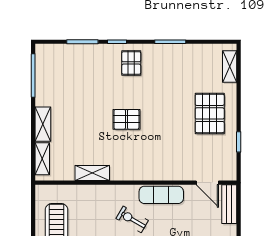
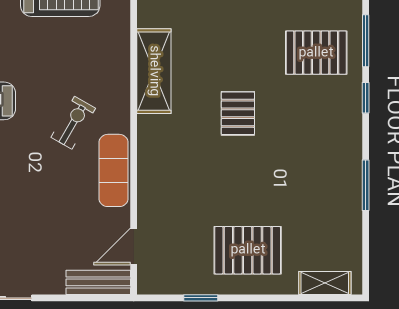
pallet: (131, 63) -> (316, 53), moved, width x1.50, depth x1.42
shelving: (92, 173) -> (154, 71), width x1.50, depth x1.33

